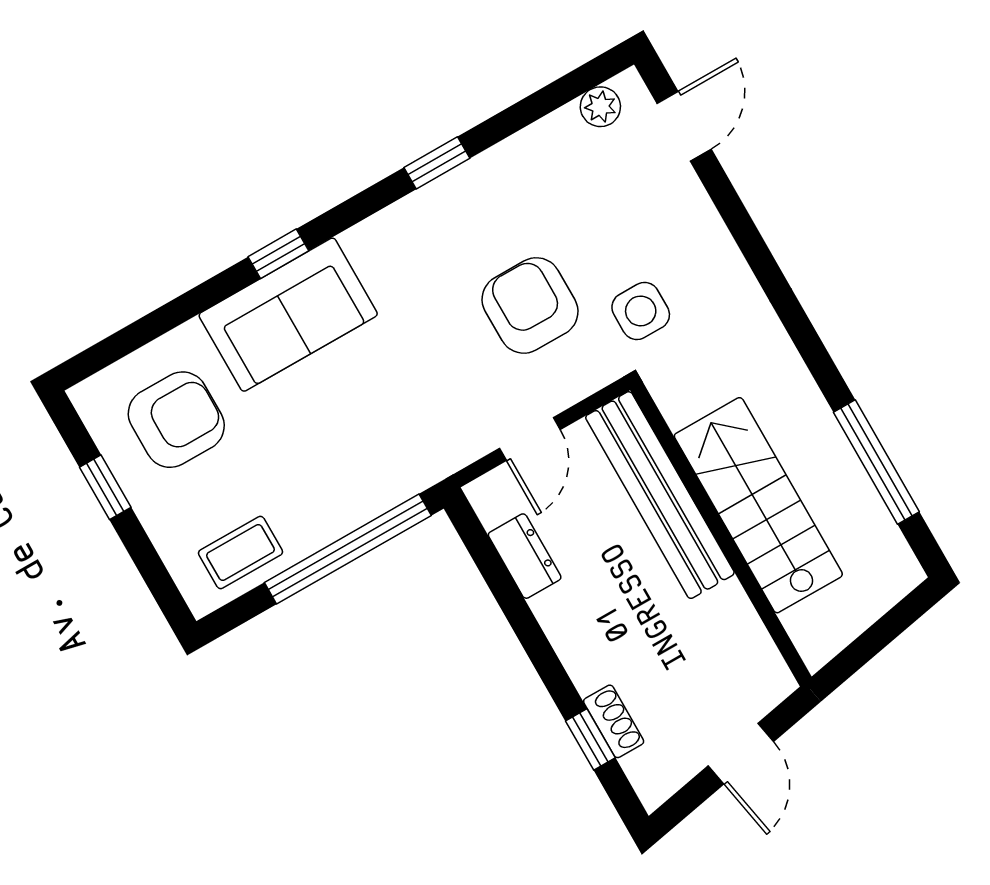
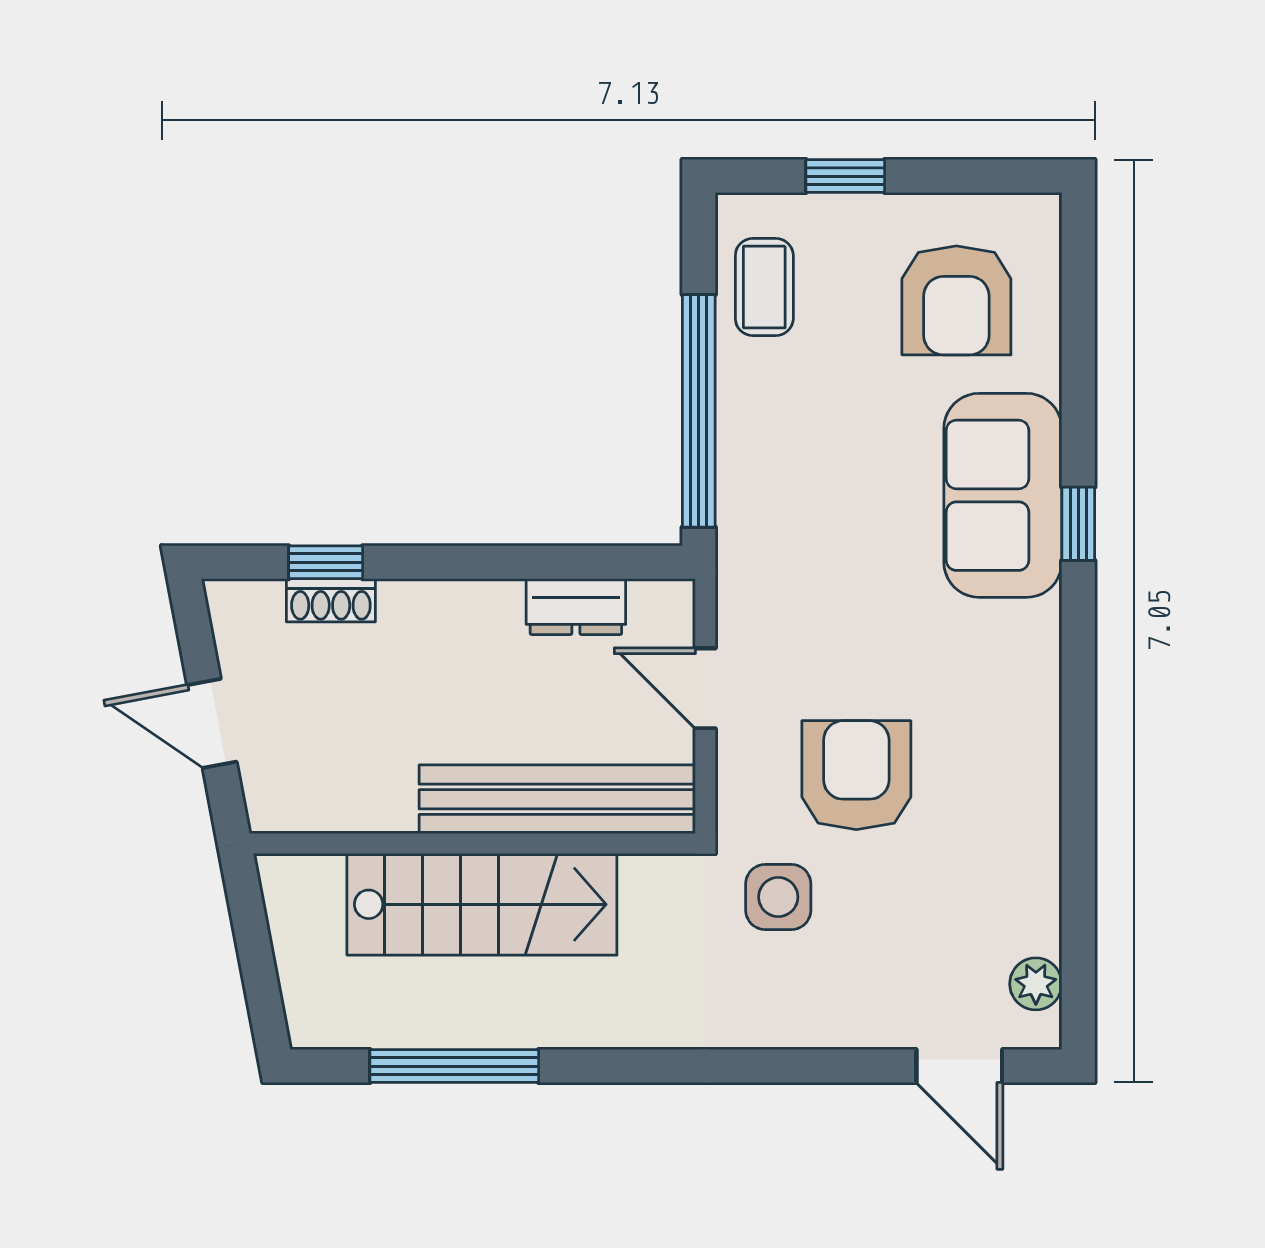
window: (437, 163) -> (1078, 762), removed
armchair: (530, 305) -> (856, 775), turned -90
window: (105, 487) -> (845, 176), moved

